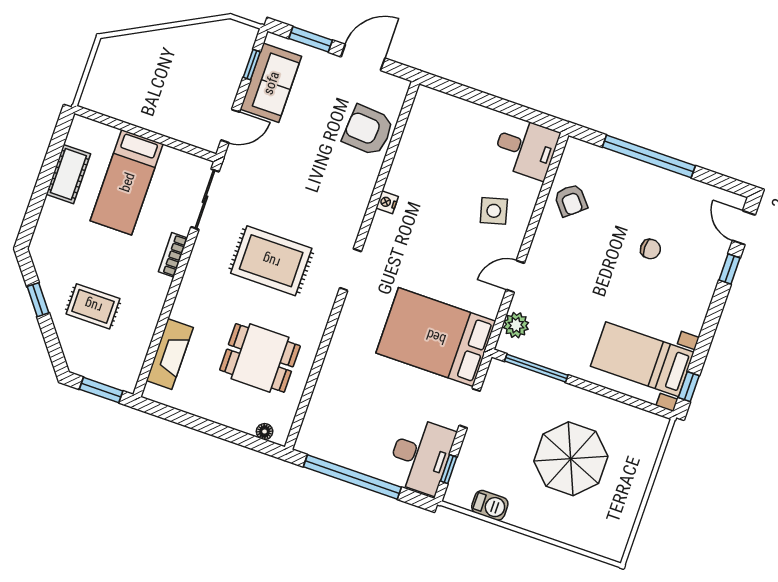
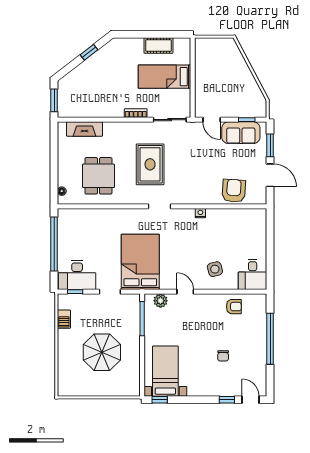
armchair: (571, 200) -> (234, 307), turned -140
door: (744, 228) -> (250, 400), hinge flipped
rug: (93, 306) -> (95, 81), removed

